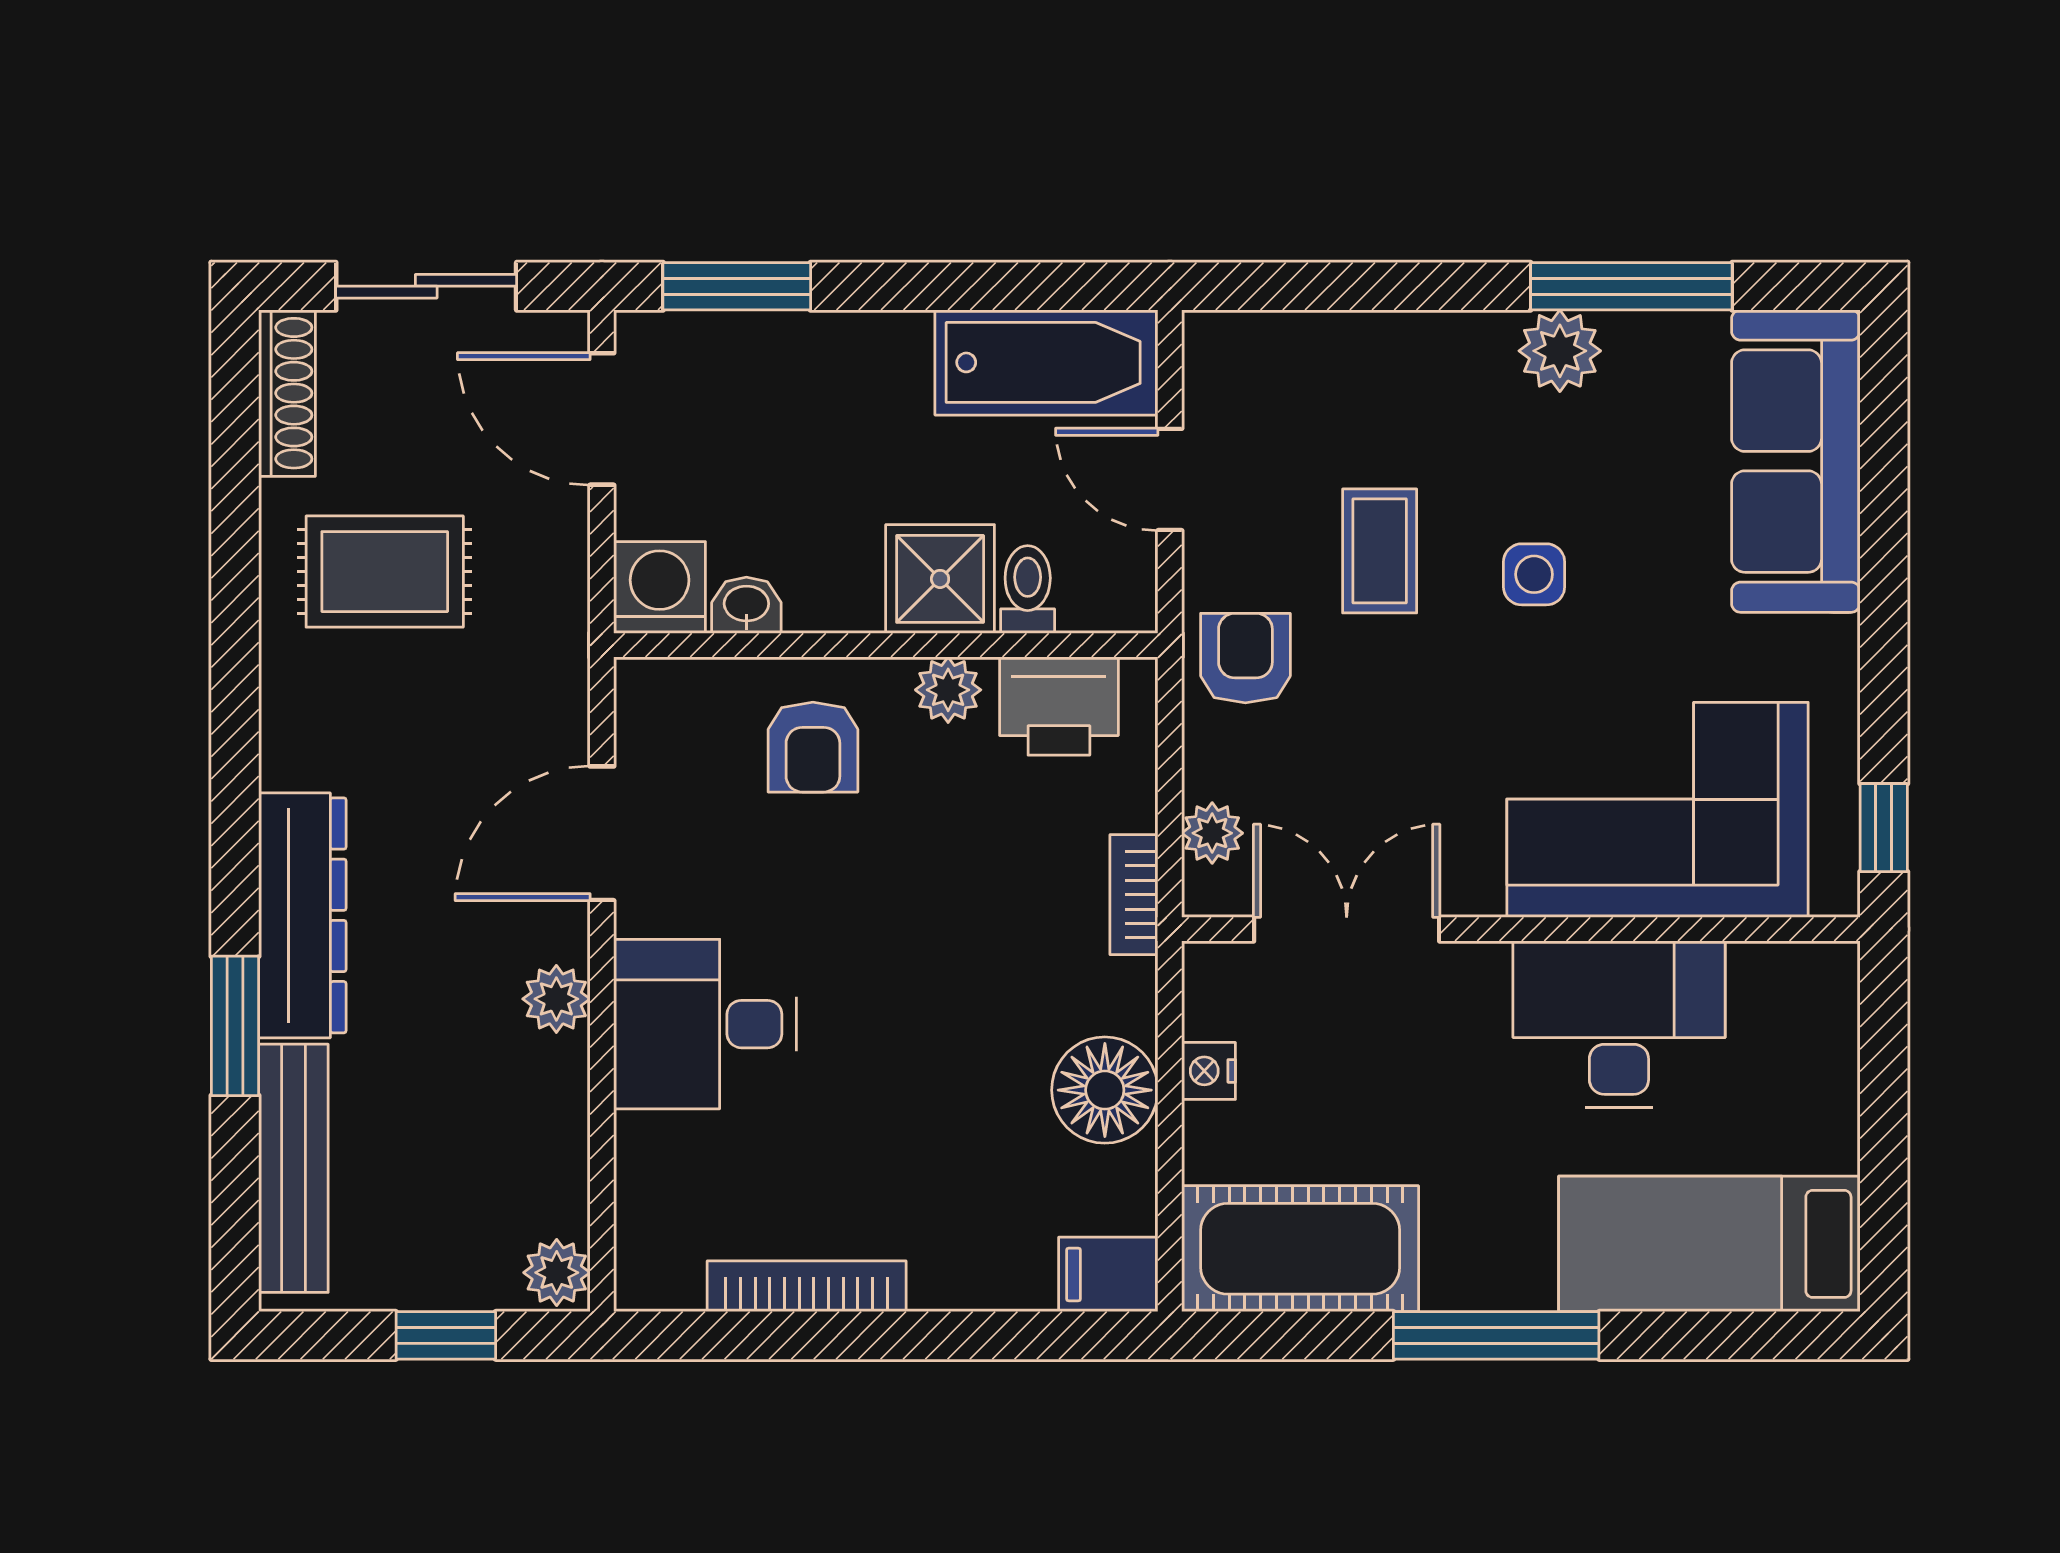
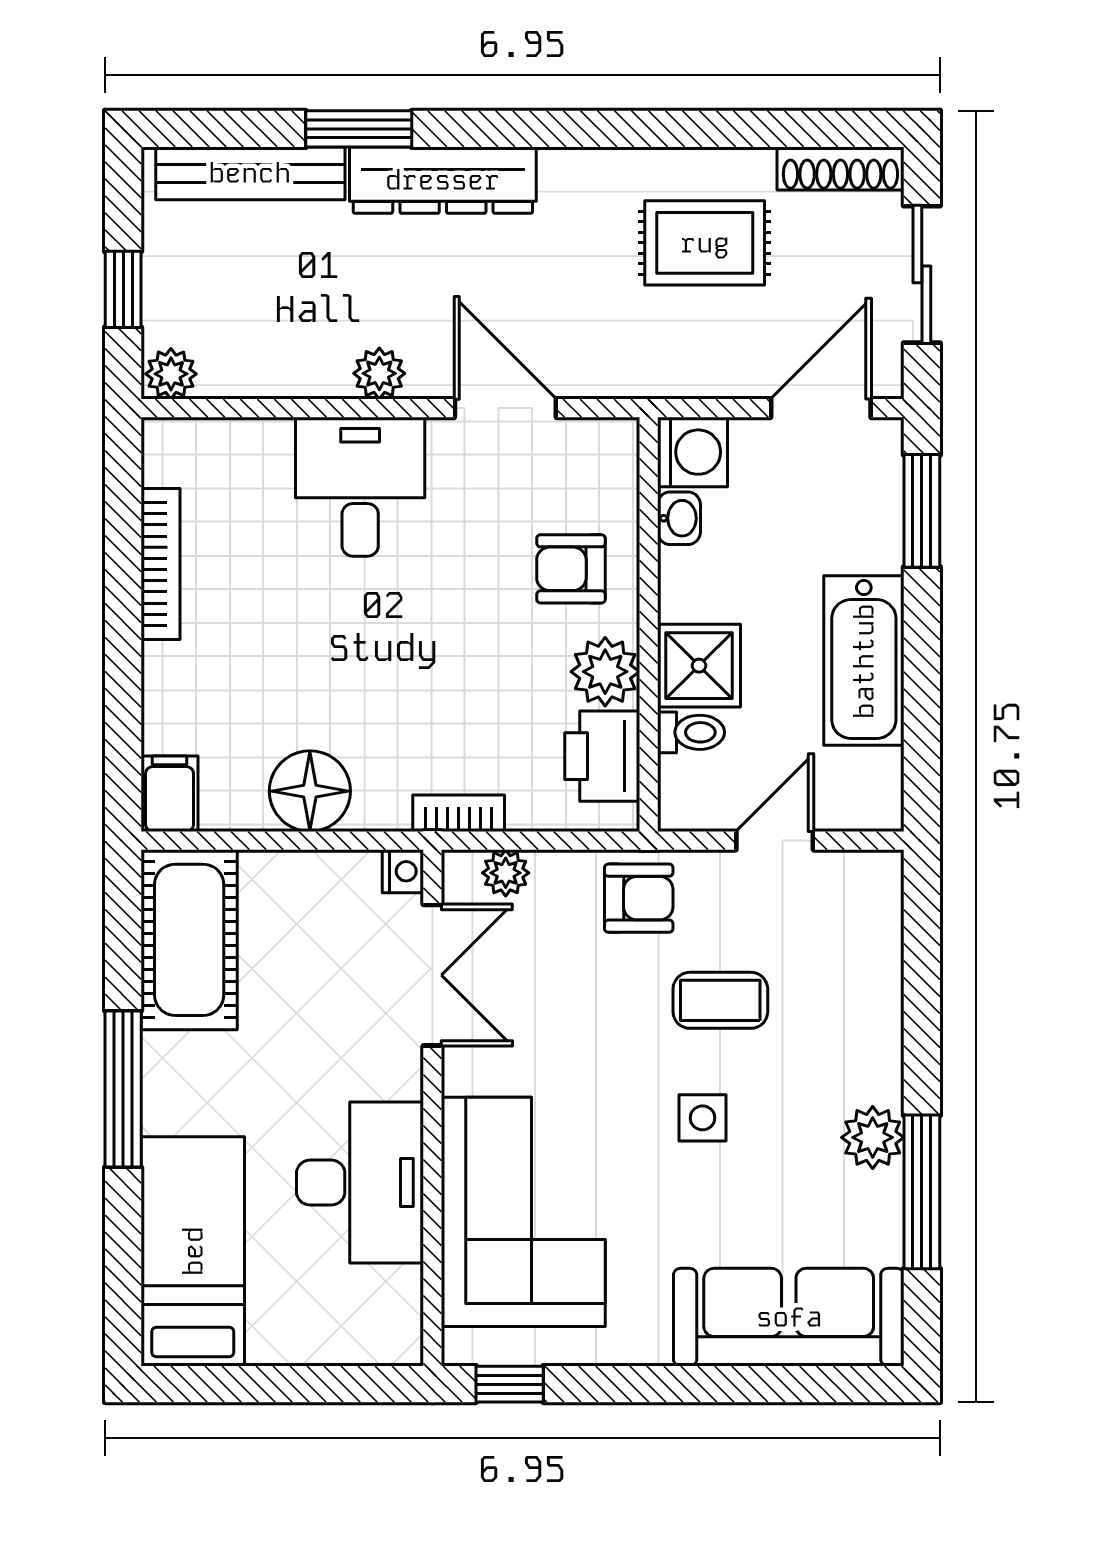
bathtub: (1046, 362) -> (864, 661), moved
rug: (385, 572) -> (705, 243), turned 90
plant: (948, 690) -> (605, 672), width x1.38, depth x1.38
nightstand: (1209, 1071) -> (403, 871), moved, turned 90

